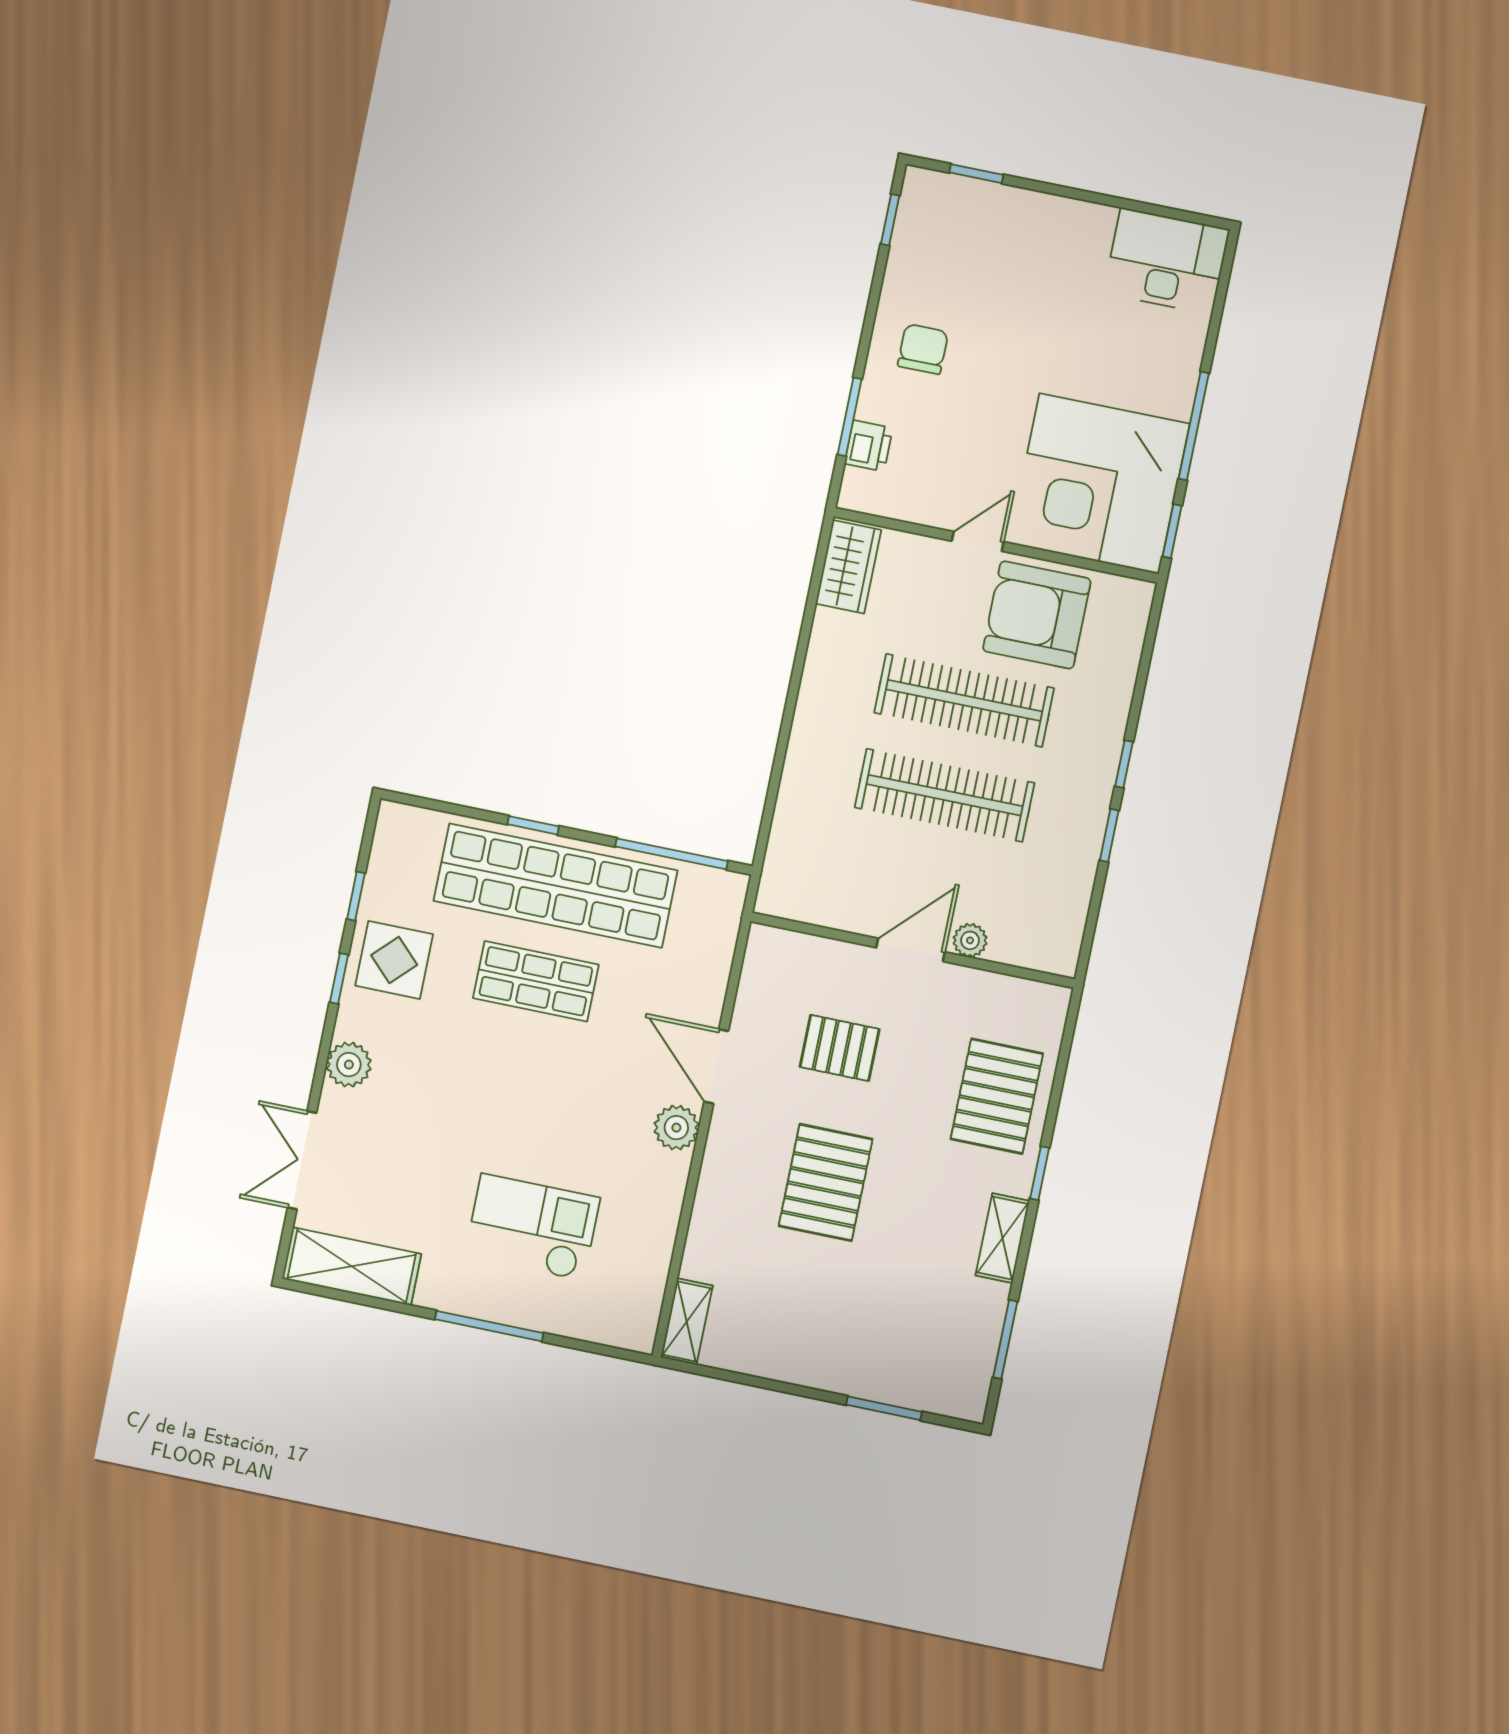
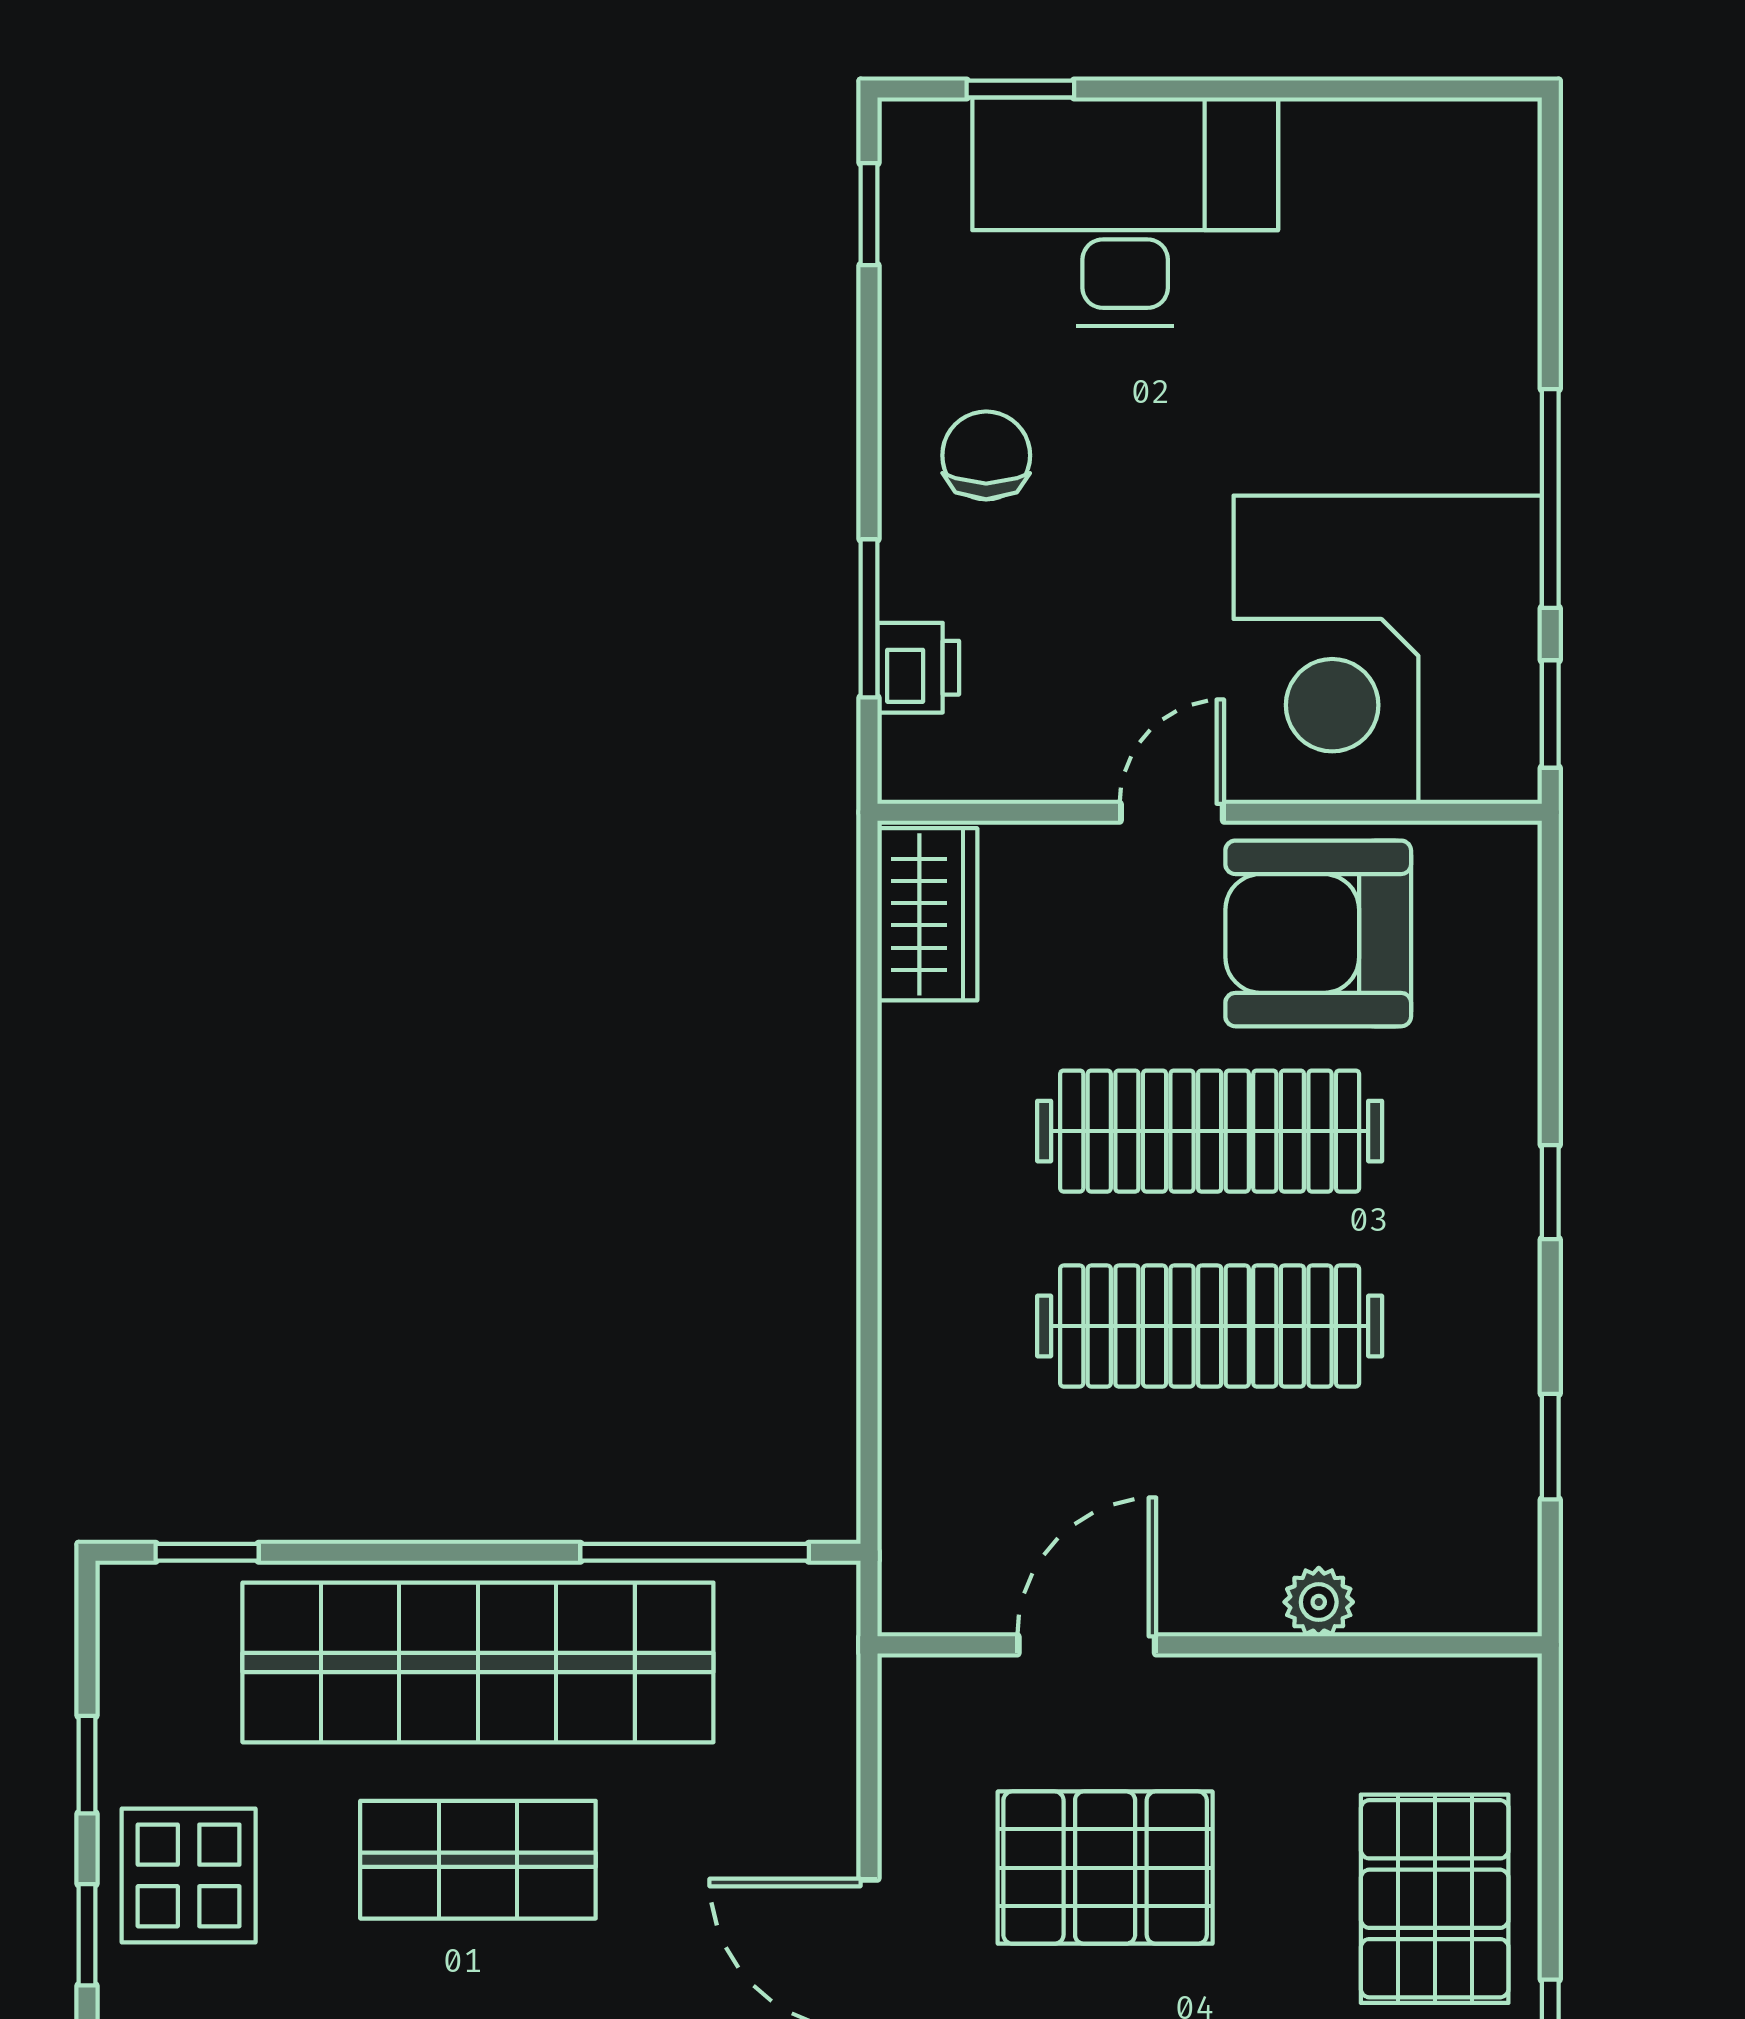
desk: (1166, 261) -> (1125, 212), moved, width x1.36, depth x1.30
window: (533, 825) -> (207, 1552), moved
window: (1109, 835) -> (1550, 1447), moved
door: (911, 950) -> (1087, 1645), moved
pallet: (840, 1048) -> (1105, 1868), width x1.50, depth x1.42

